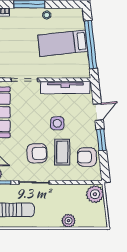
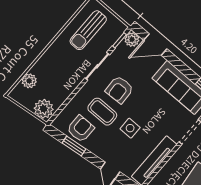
window: (101, 140) -> (74, 146), moved
plant: (69, 221) -> (29, 81), moved

